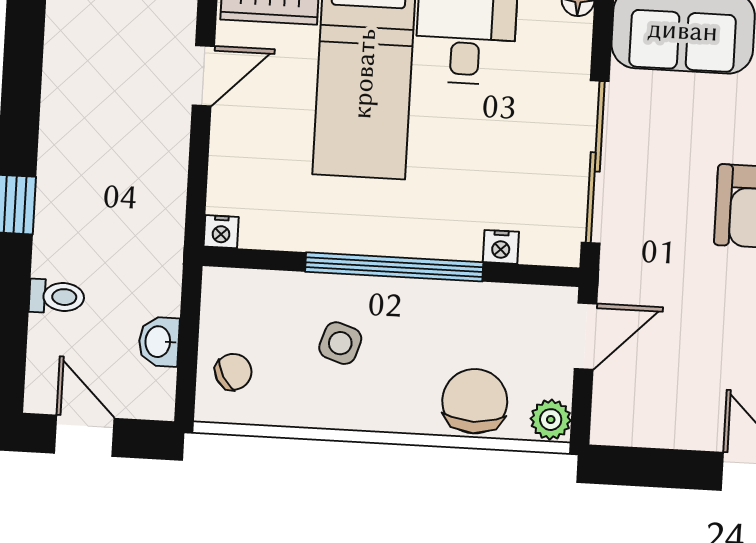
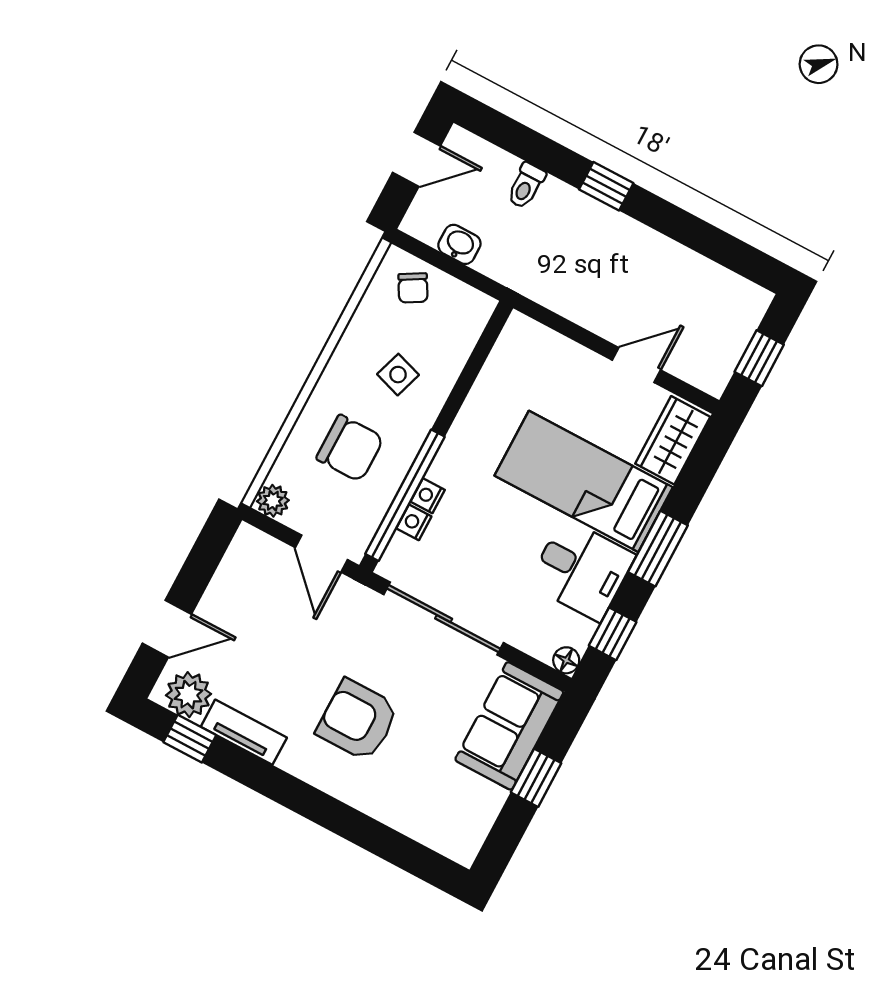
door: (203, 76) -> (636, 365), swing flipped
nightstand: (221, 232) -> (428, 496), moved
window: (394, 267) -> (405, 495), moved
chair: (475, 401) -> (350, 448), moved

